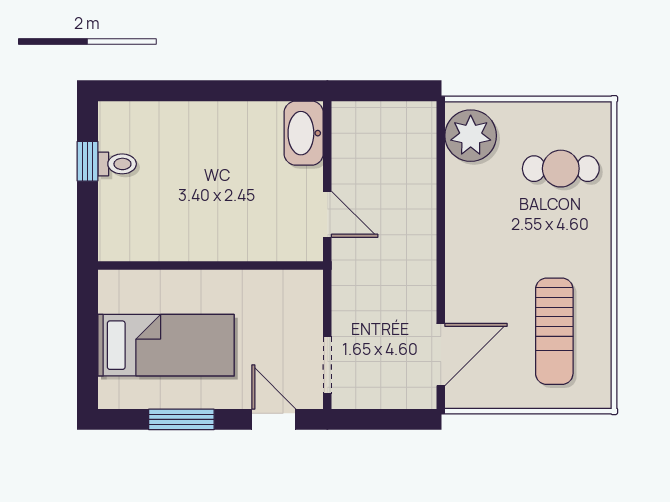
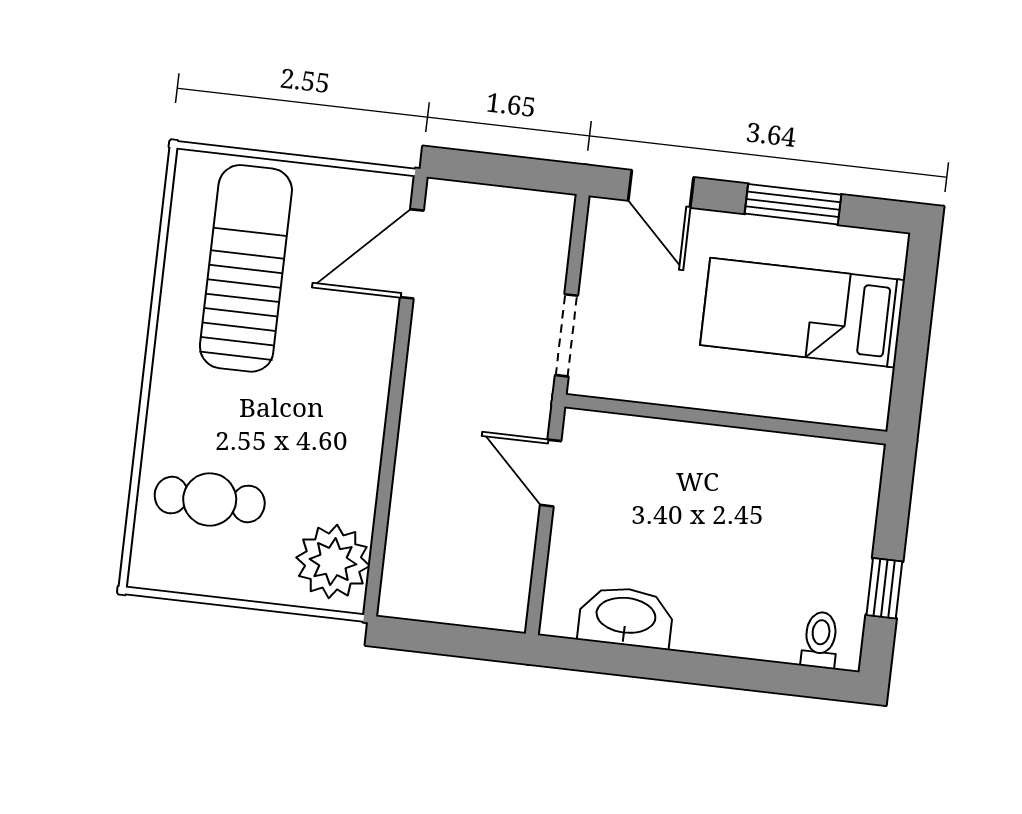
washbasin: (304, 133) -> (626, 617), moved, turned -90
toilet: (117, 164) -> (820, 640), moved, turned 90
sun lounger: (554, 331) -> (246, 268), width x1.36, depth x1.34
doorway: (327, 365) -> (566, 335), moved

